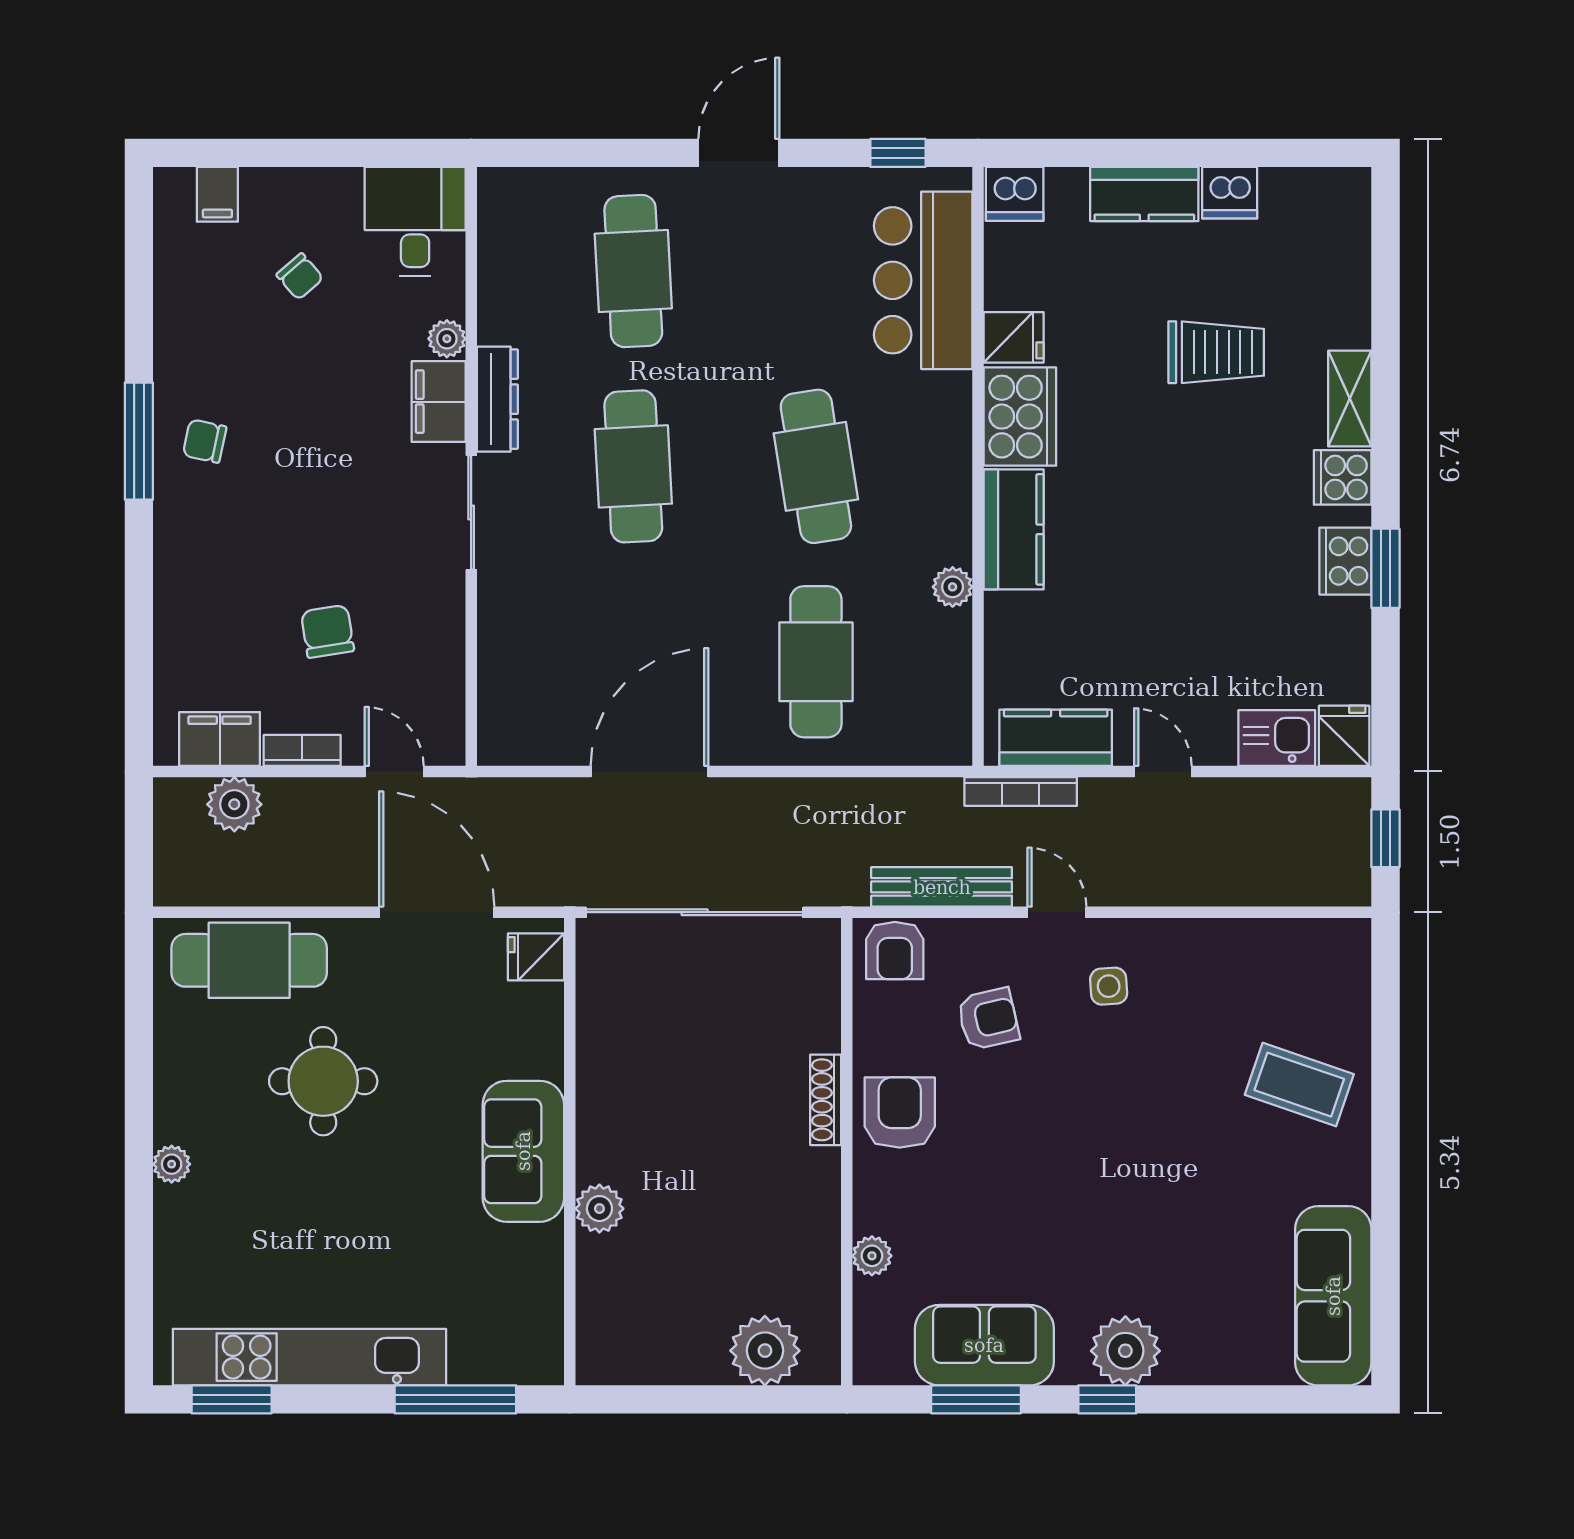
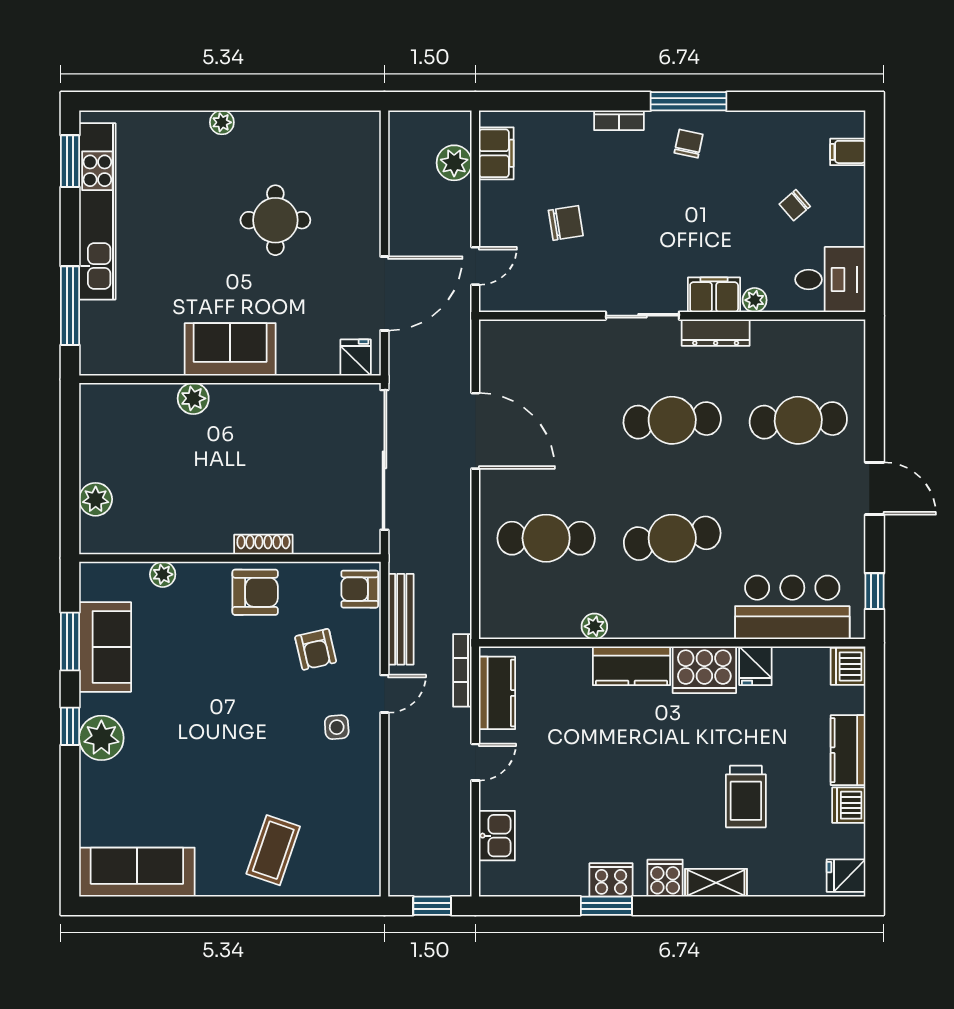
fridge: (1344, 736) -> (846, 876), moved, turned 180
bookcase: (302, 750) -> (619, 120), moved, turned 90
cafe table: (249, 960) -> (353, 172), removed
plant: (765, 1351) -> (96, 499), width x0.73, depth x0.73

